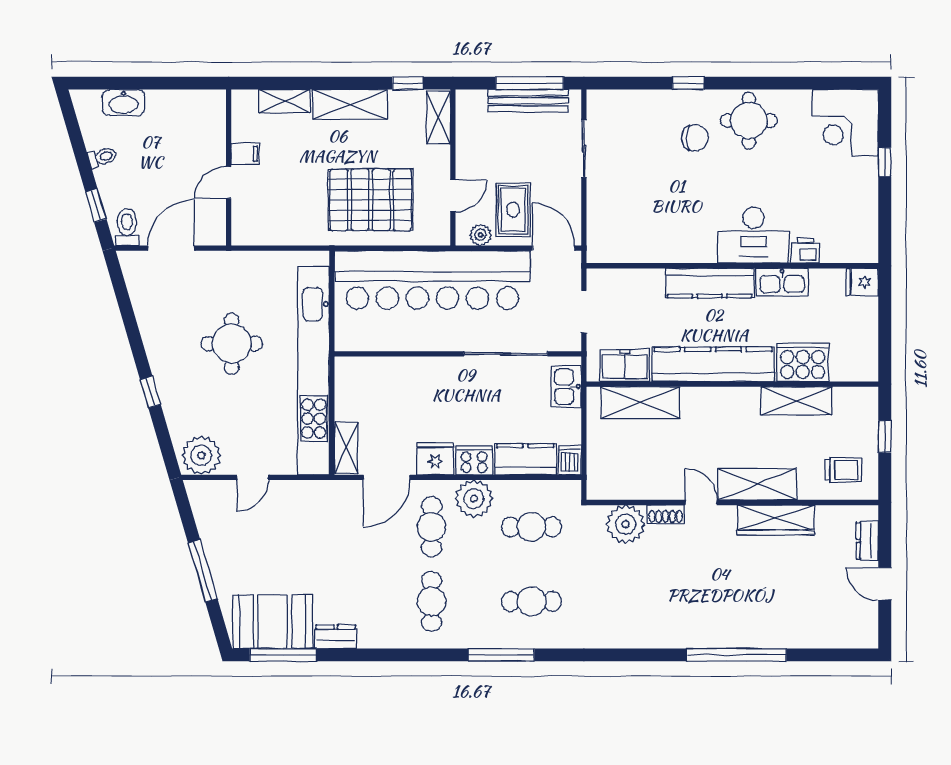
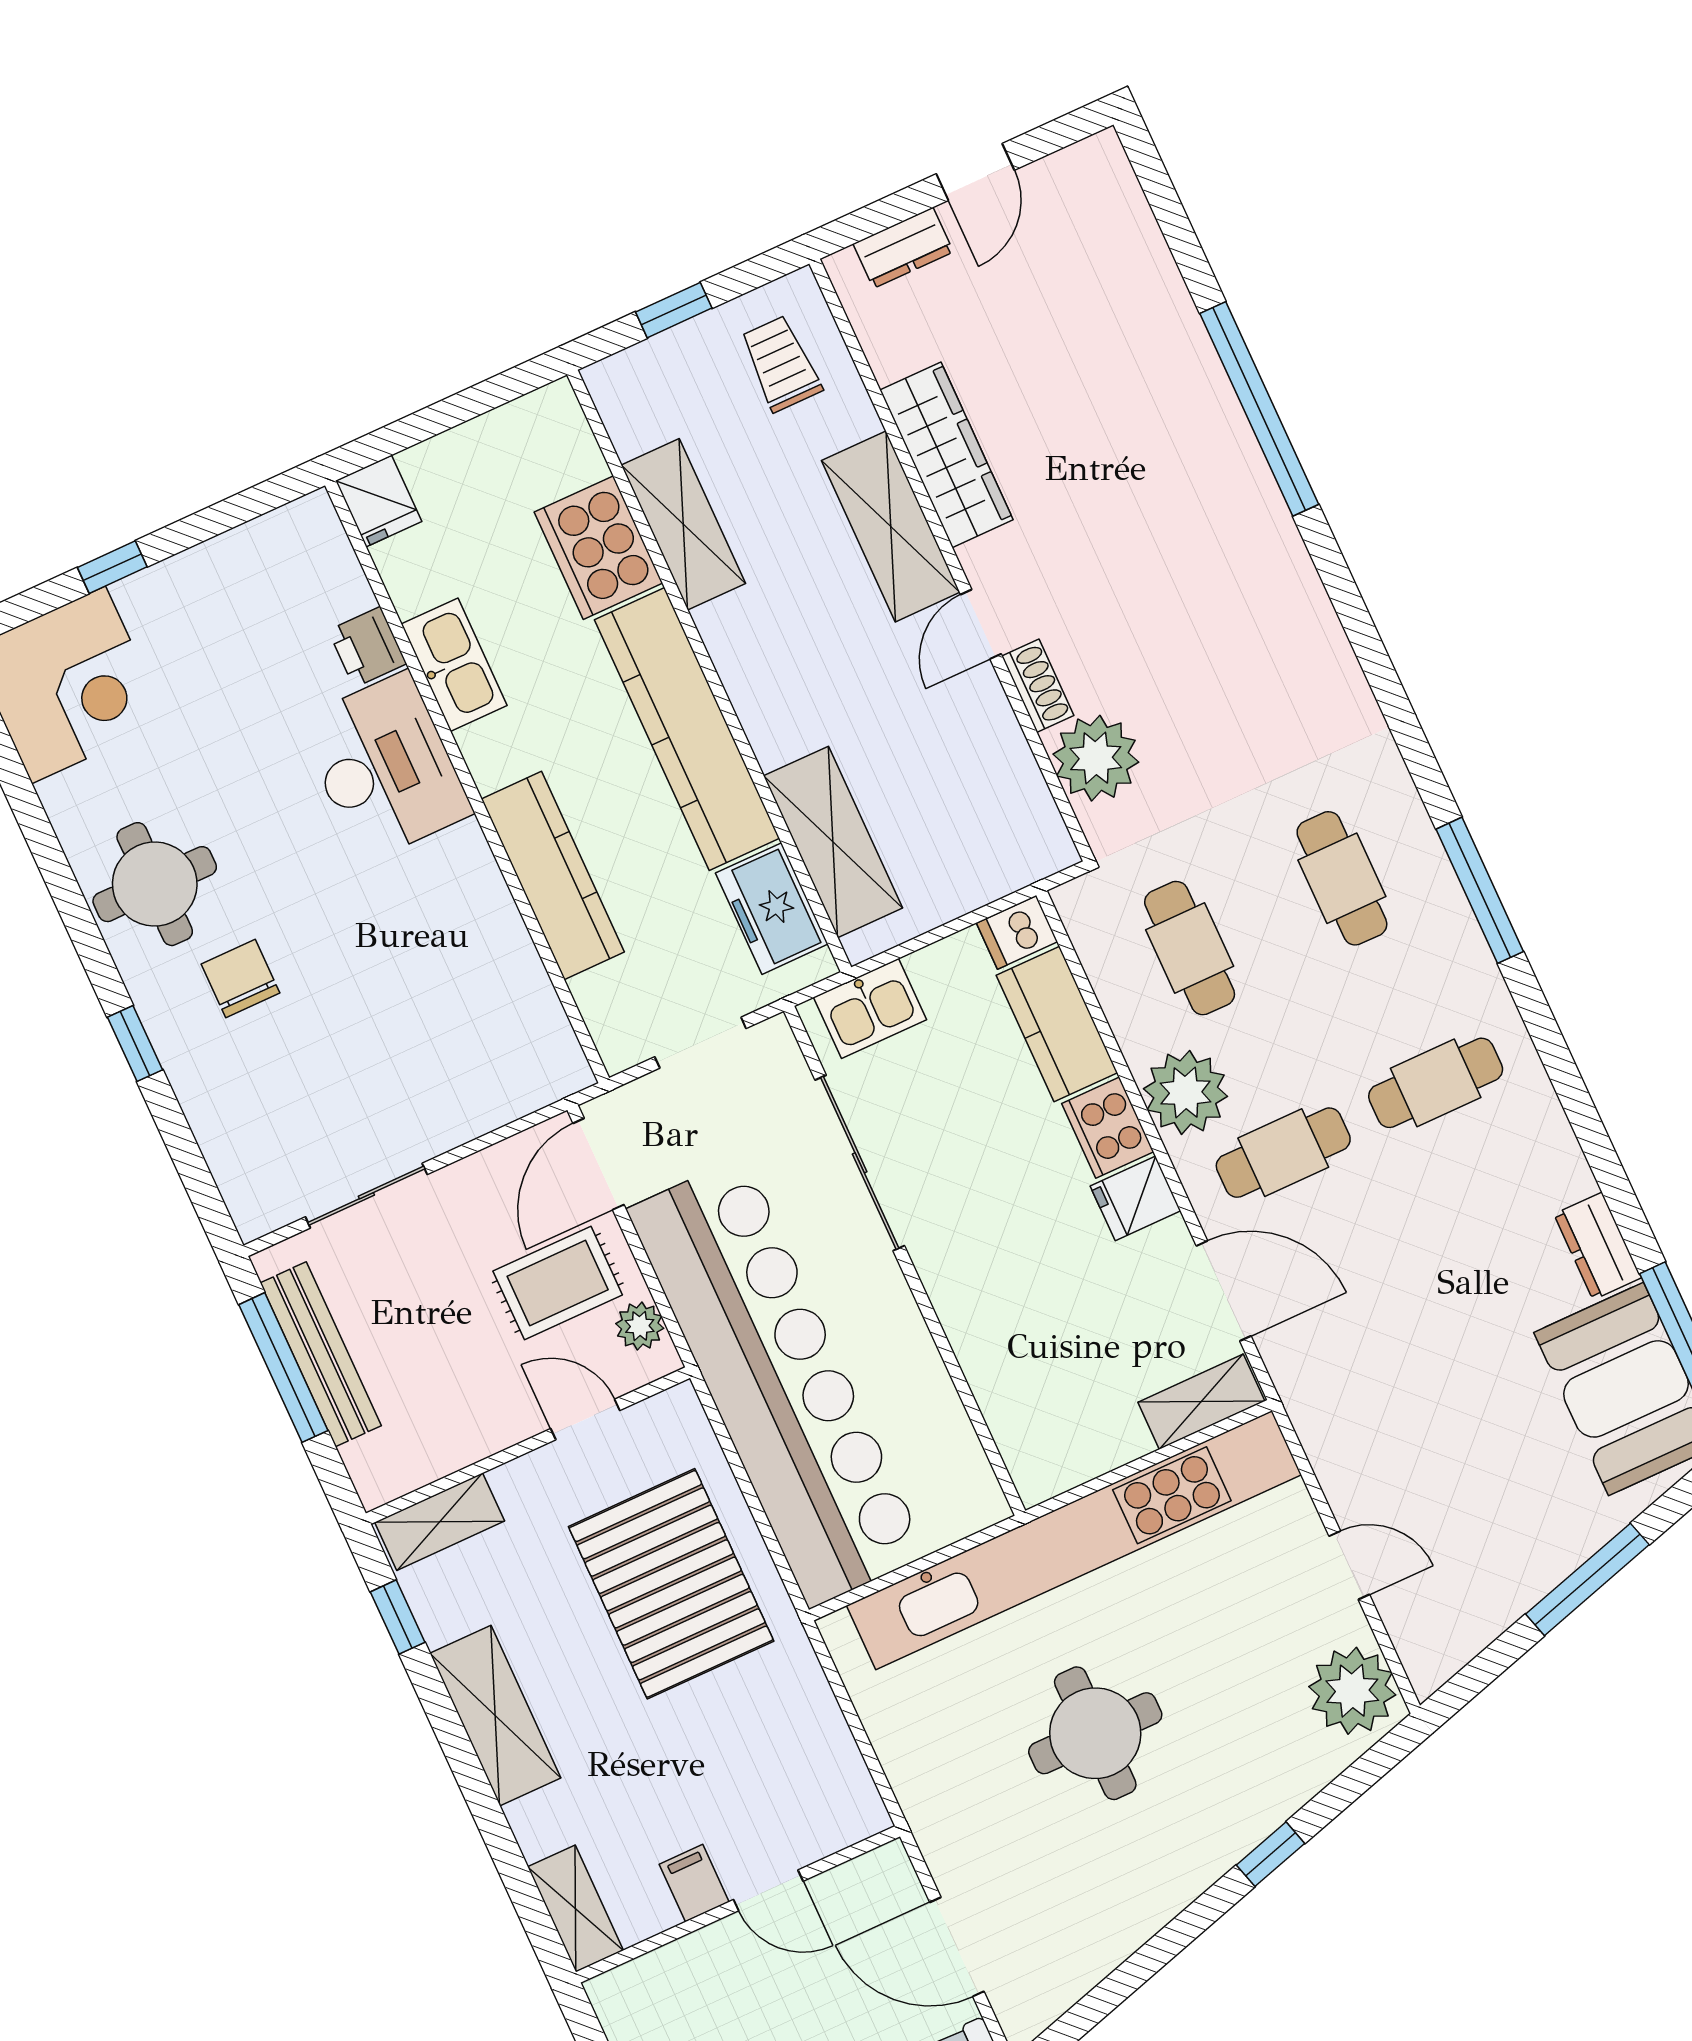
shelving: (285, 101) -> (575, 1909), moved
kitchen counter: (710, 283) -> (553, 876), moved
fridge: (435, 459) -> (1135, 1198), width x0.72

